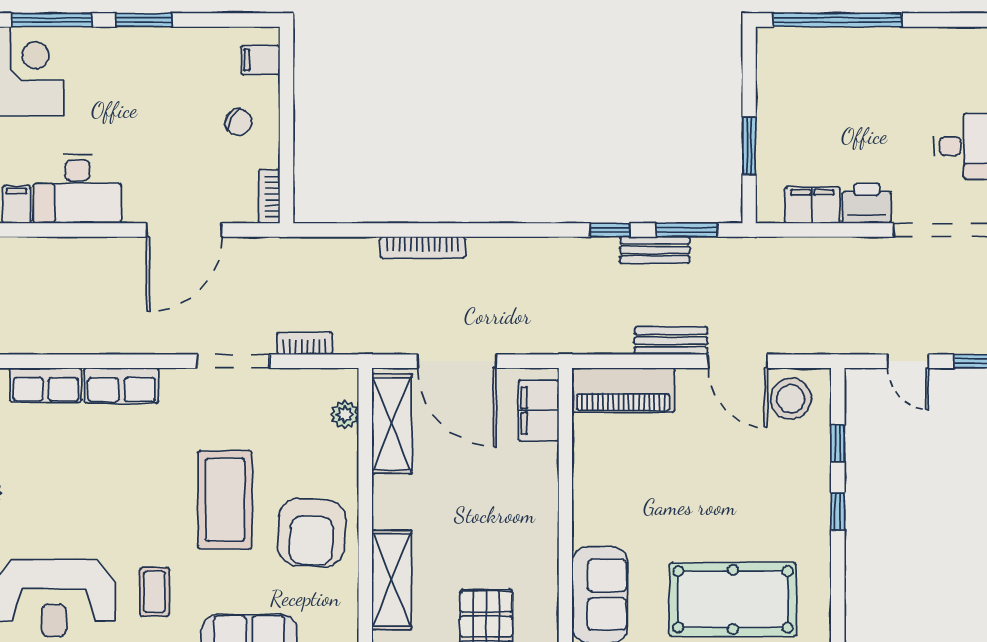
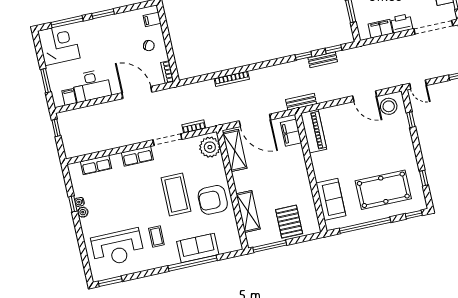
door: (184, 230) -> (137, 92), swing flipped
window: (687, 230) -> (333, 49), width x0.67
bench: (671, 341) -> (301, 102), moved
door: (908, 361) -> (418, 84), moved
row of seats: (122, 386) -> (137, 156), moved
piano: (623, 390) -> (314, 131), moved, turned -90
plant: (345, 414) -> (210, 147), width x1.87, depth x1.87
window: (838, 511) -> (424, 178), moved
armchair: (312, 533) -> (213, 200), turned 87

